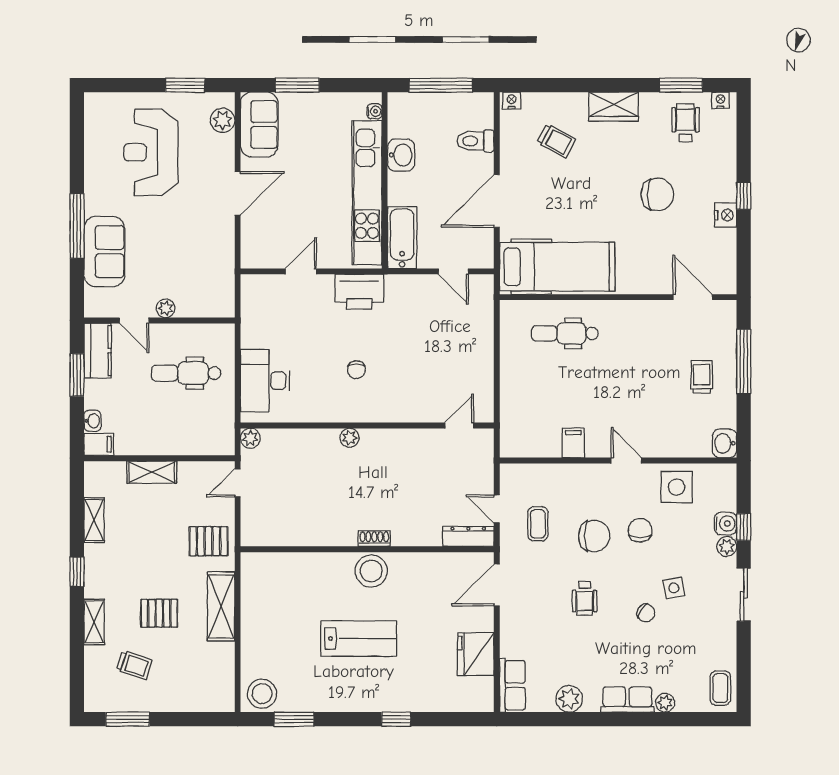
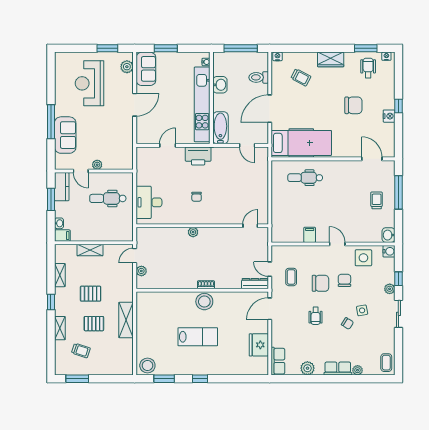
plant: (250, 438) -> (141, 271), moved
water cooler: (725, 524) -> (389, 251), moved
pallet: (209, 541) -> (91, 294), moved
window: (396, 719) -> (200, 379), moved

